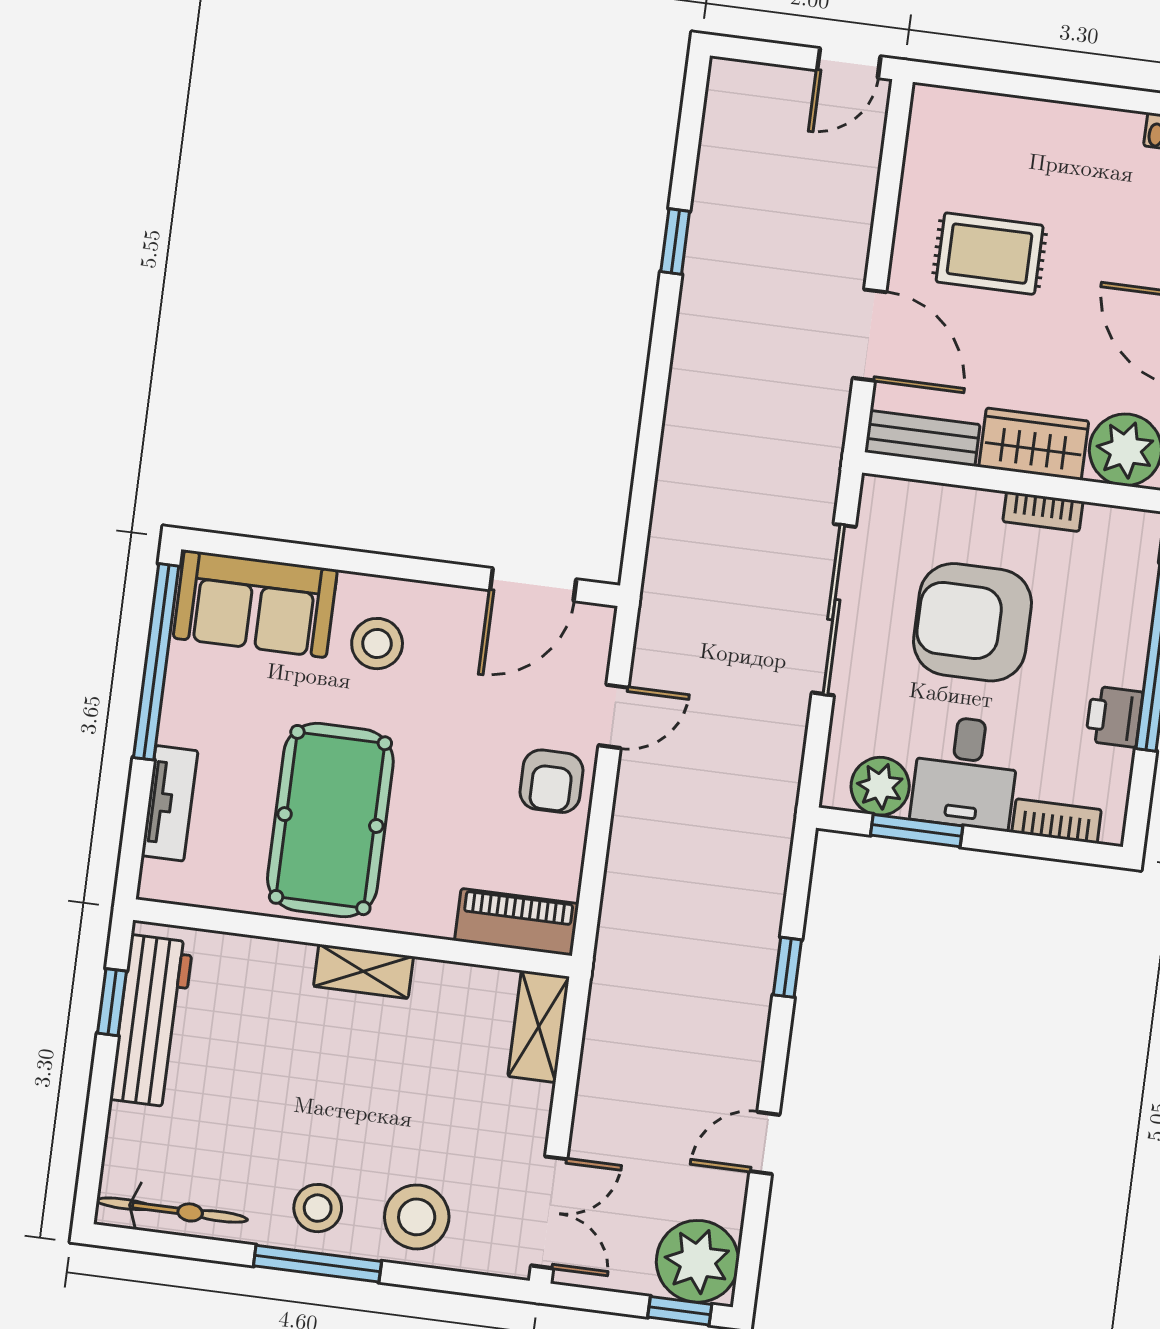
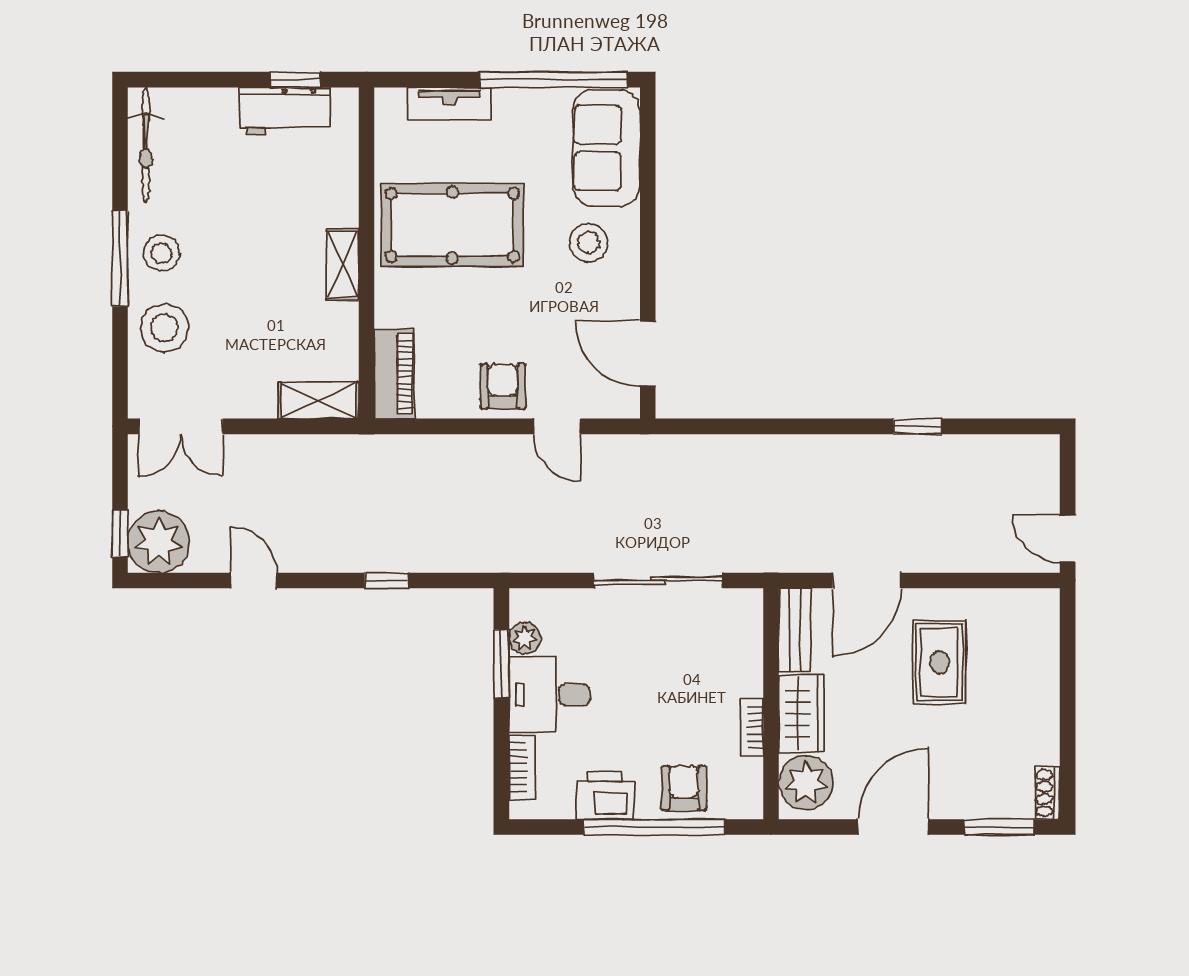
armchair: (973, 622) -> (684, 788), moved, width x0.53, depth x0.53
printer: (1114, 717) -> (606, 795), width x1.36, depth x1.24
armchair: (552, 781) -> (503, 386), turned 90
plant: (880, 786) -> (525, 638), width x0.73, depth x0.73
workbench: (151, 1021) -> (285, 111), width x0.73

